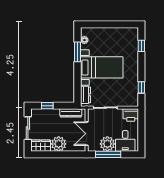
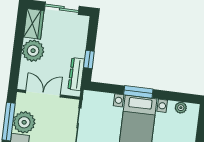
window: (78, 52) -> (138, 92), moved
dresser: (85, 95) -> (100, 99), removed
window: (47, 106) -> (89, 59), moved

